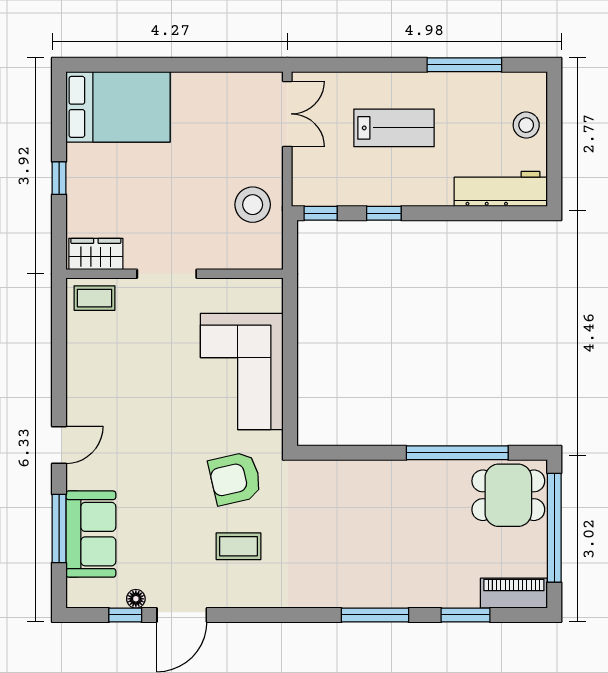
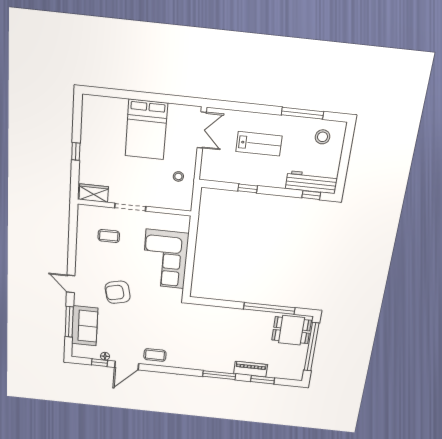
bed: (118, 107) -> (146, 130), moved, turned 90
stool: (526, 125) -> (322, 137), moved
stool: (253, 205) -> (178, 176), width x0.53, depth x0.53
window: (321, 213) -> (311, 195), moved
coffee table: (94, 298) -> (109, 236), moved
door: (59, 445) -> (71, 284), swing flipped
armchair: (235, 478) -> (118, 292), moved
coffee table: (239, 546) -> (155, 355), moved
piano: (514, 593) -> (251, 369), moved

